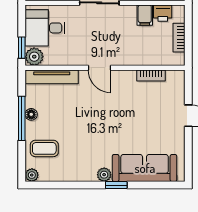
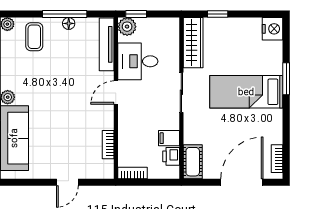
desk: (45, 28) -> (138, 61), moved, turned -90
bookcase: (179, 38) -> (133, 173), moved

